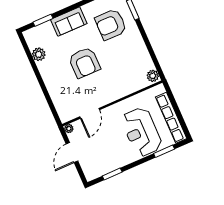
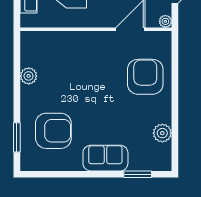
armchair: (84, 63) -> (145, 77), moved
plant: (153, 76) -> (29, 76), moved

